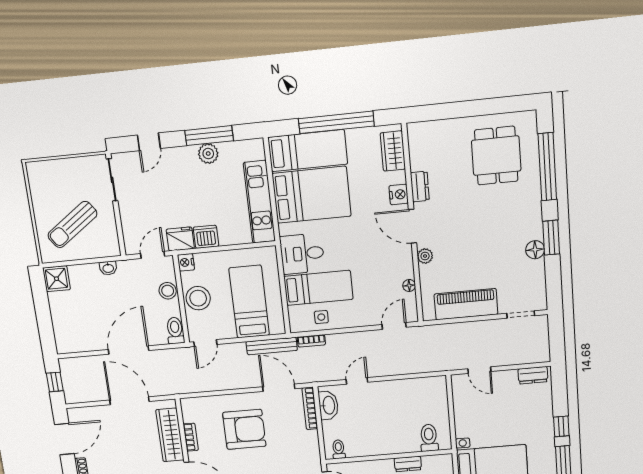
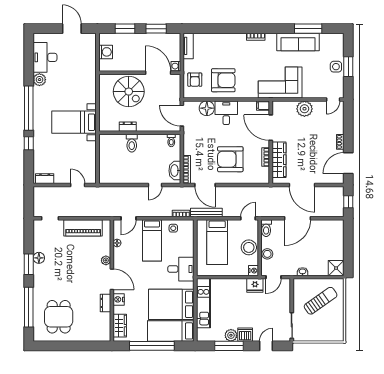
dishwasher: (206, 237) -> (245, 335), moved, turned 180
bed: (318, 288) -> (152, 240), moved, turned -90
toilet: (429, 438) -> (132, 143), moved

